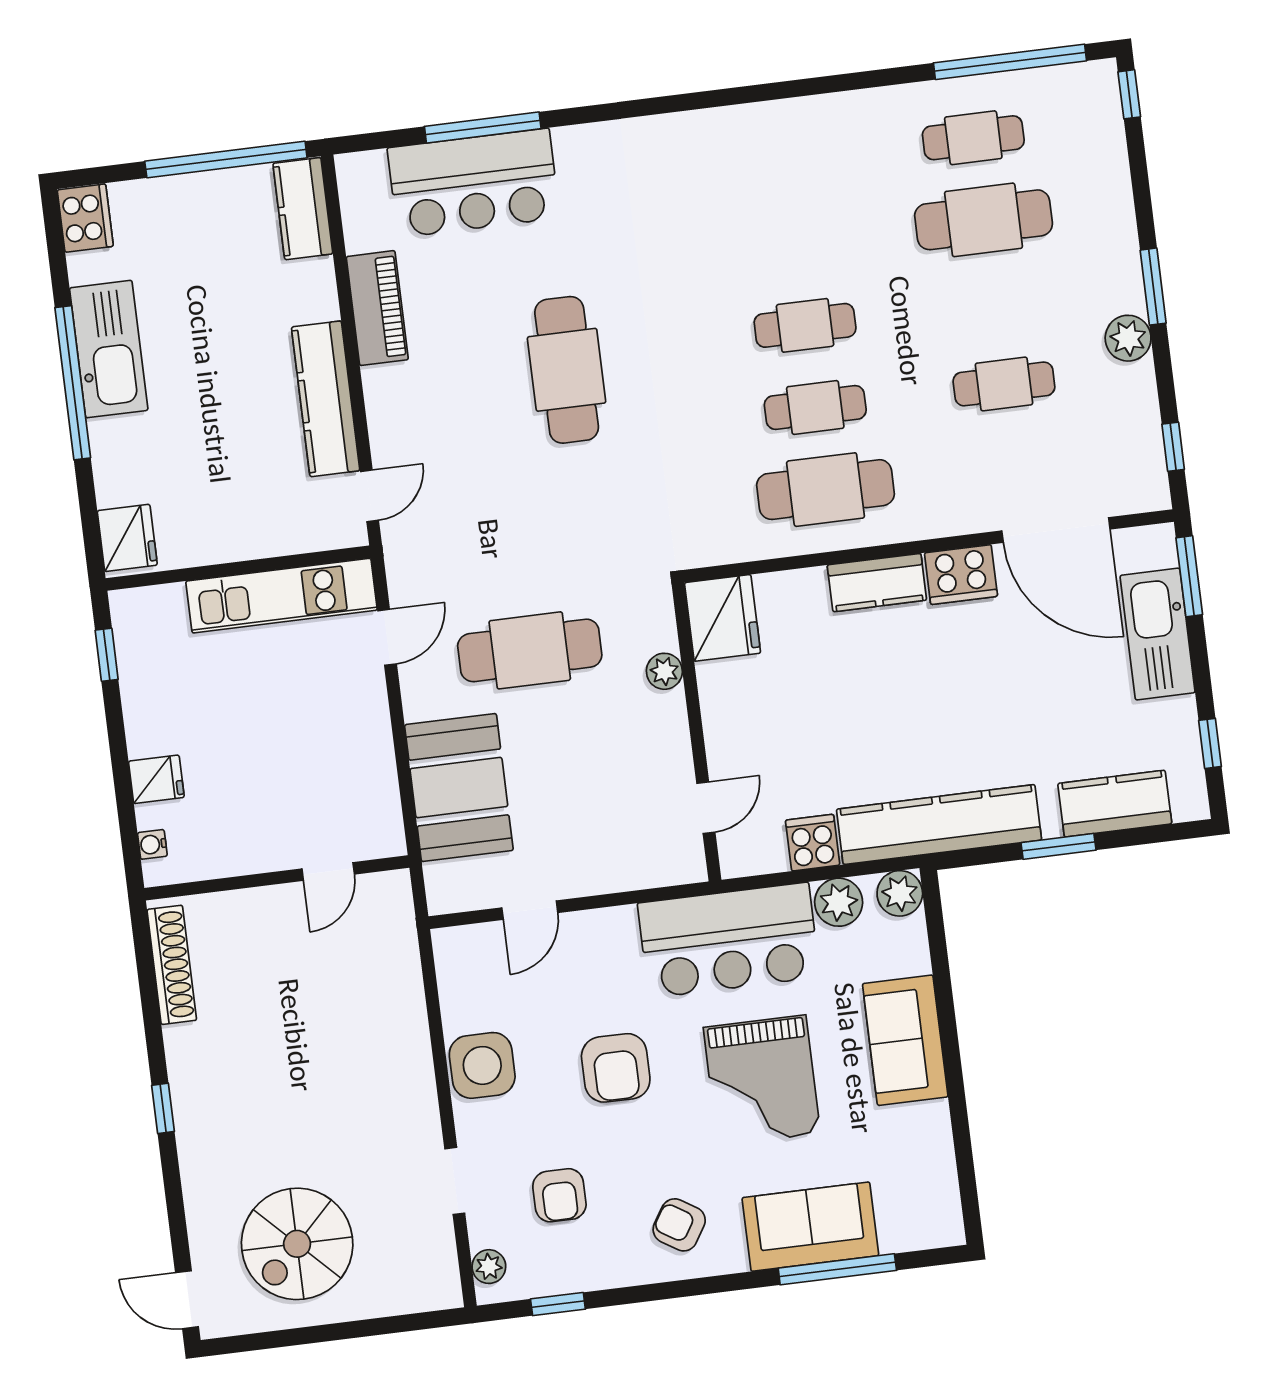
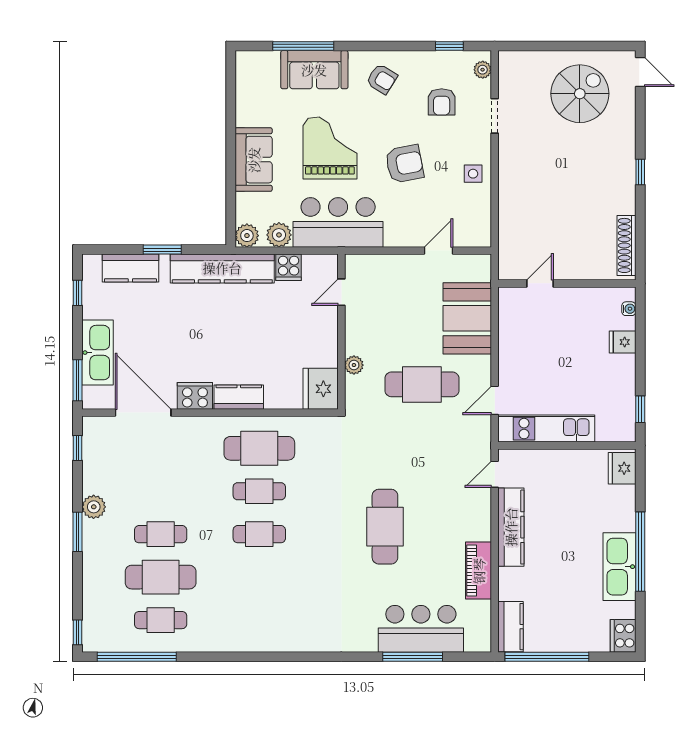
cafe table: (1004, 384) -> (161, 534), moved
side table: (482, 1065) -> (473, 174), width x0.54, depth x0.54
armchair: (616, 1068) -> (404, 164), turned 79
armchair: (559, 1195) -> (442, 102), turned 180

